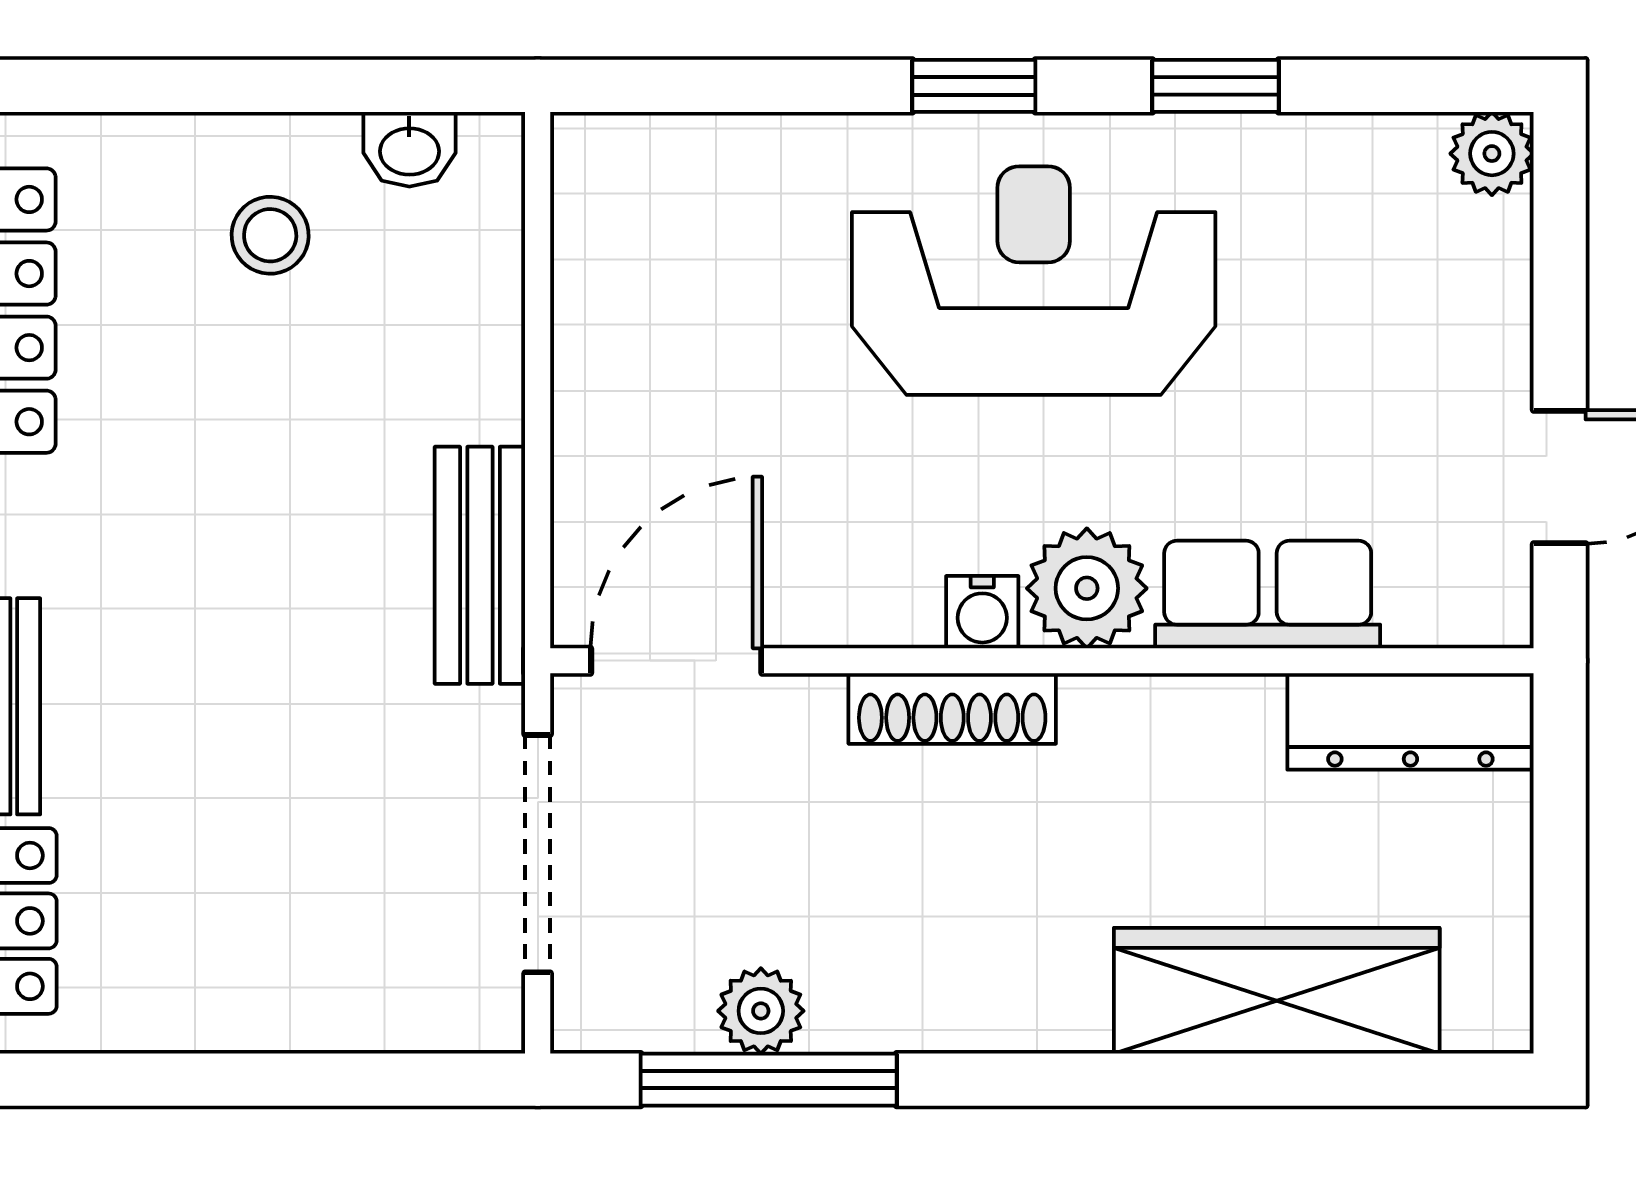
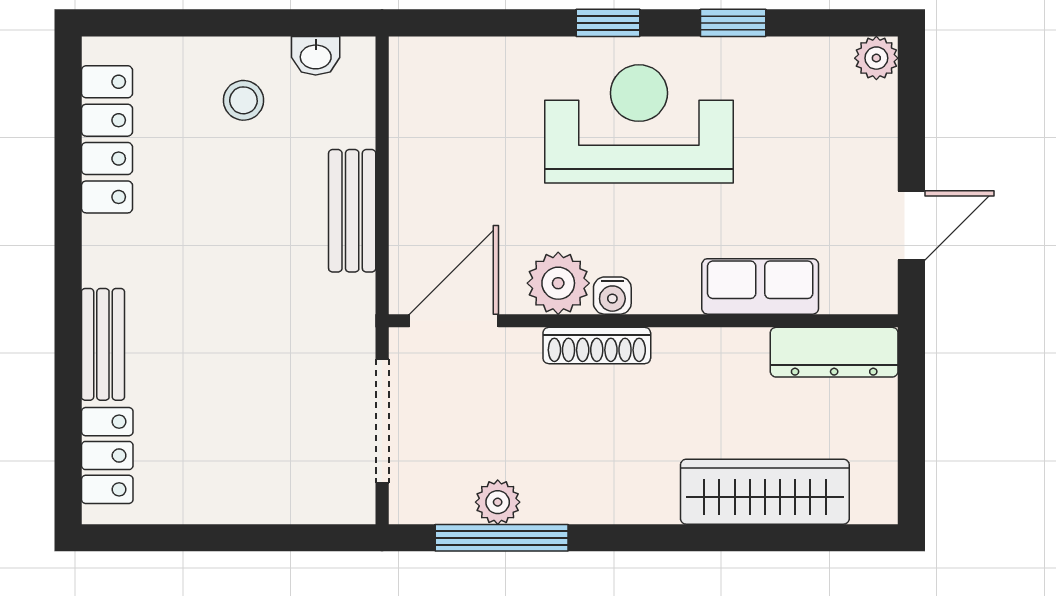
bench: (480, 565) -> (352, 211), moved
plant: (1087, 588) -> (558, 283), moved

